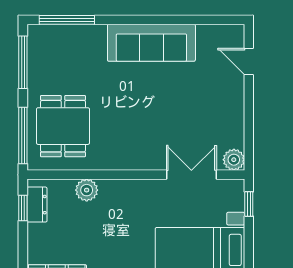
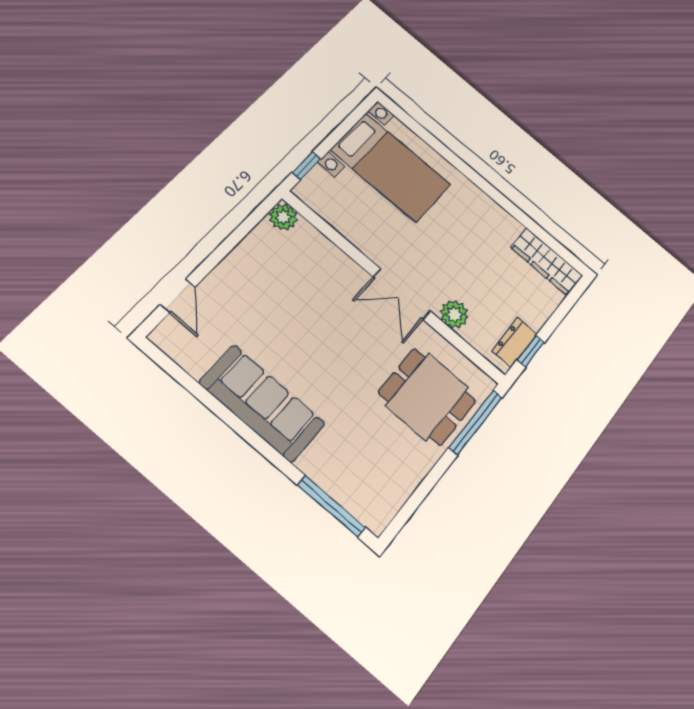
window: (23, 62) -> (416, 500), removed
dining table: (63, 126) -> (427, 397), turned 90
double door: (191, 175) -> (402, 294), moved

